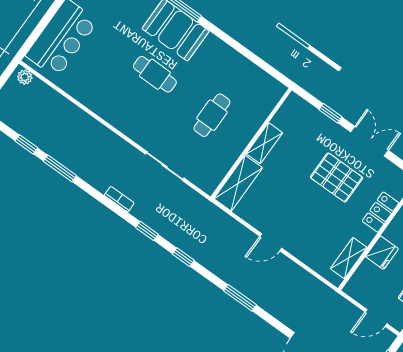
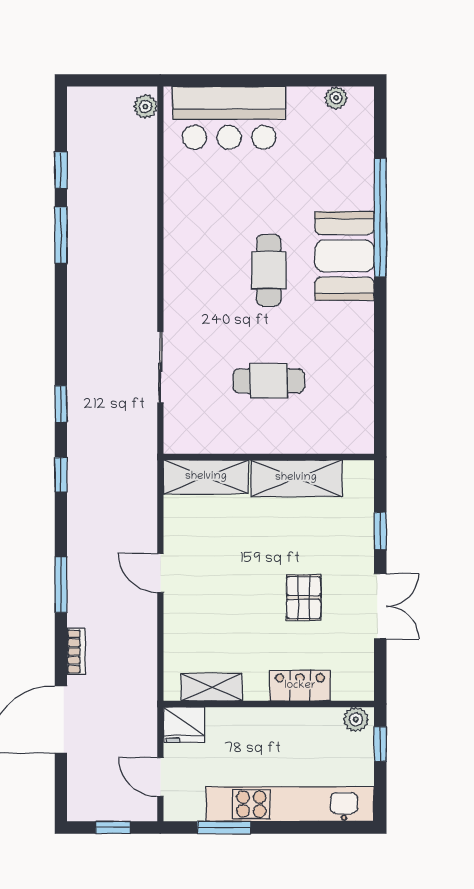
shelving: (264, 143) -> (296, 478), width x1.50, depth x1.33
pallet: (337, 177) -> (304, 598), width x0.67, depth x0.71
bookcase: (119, 199) -> (76, 651), moved
fridge: (382, 253) -> (184, 725), moved

